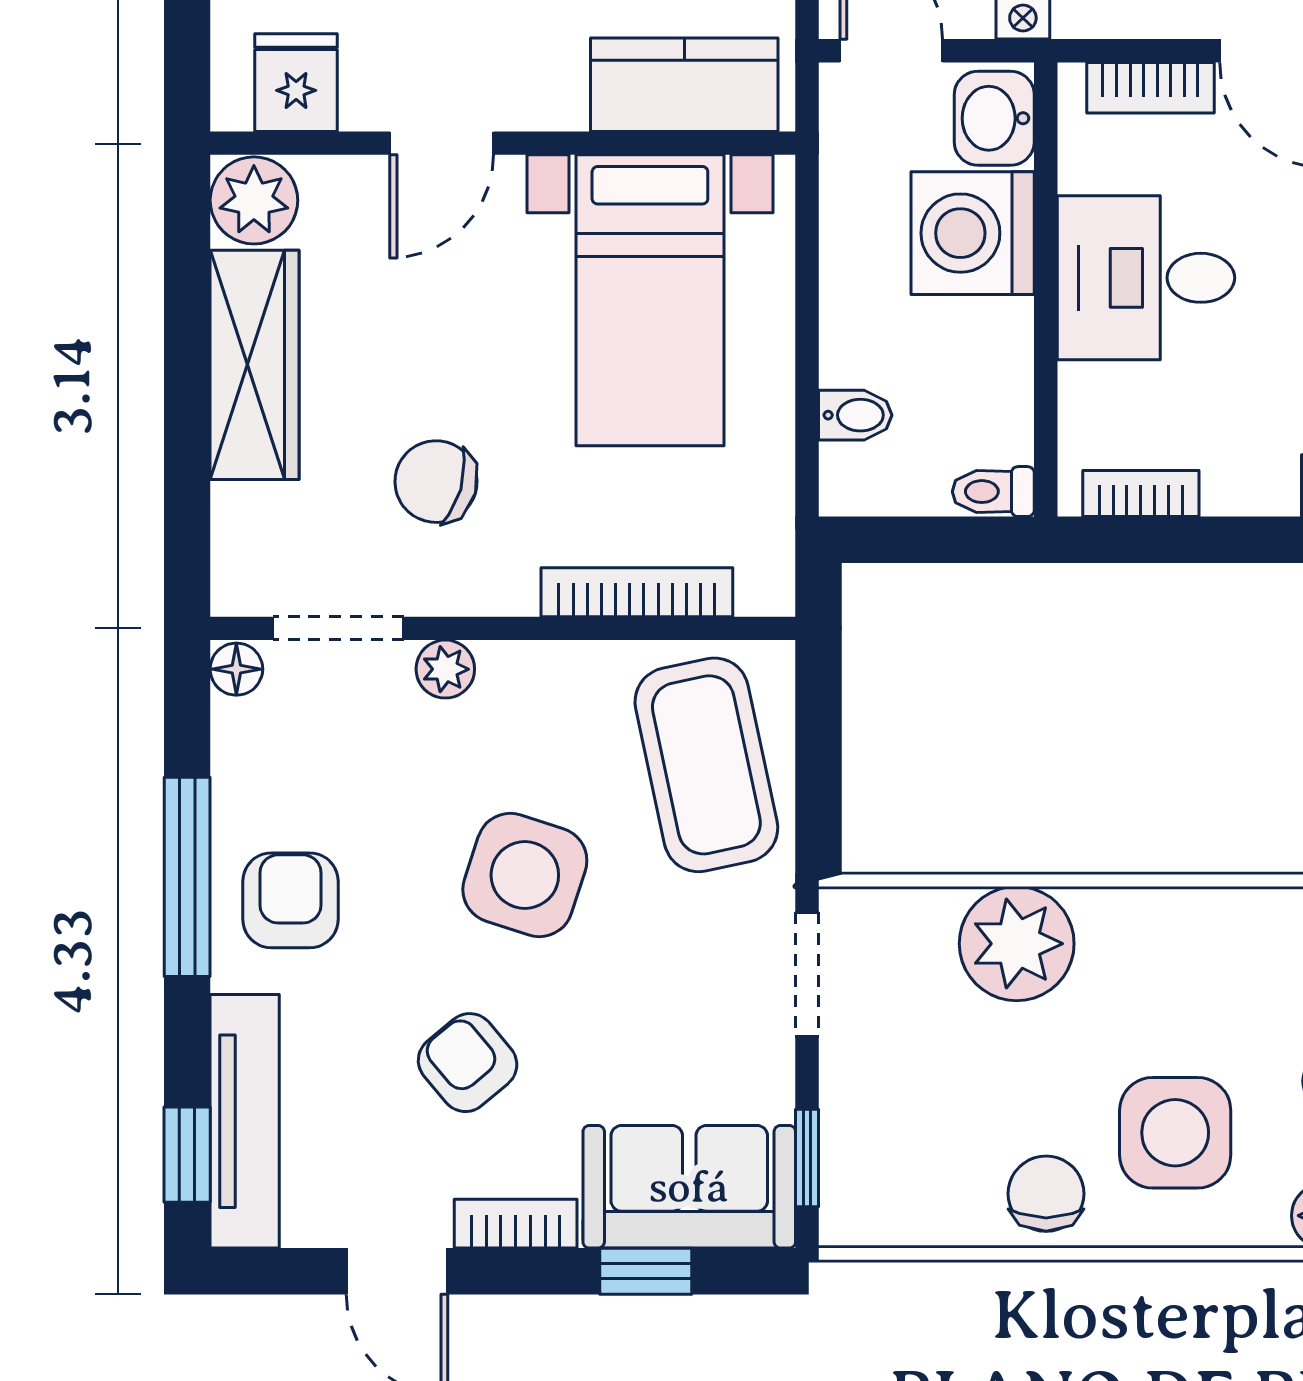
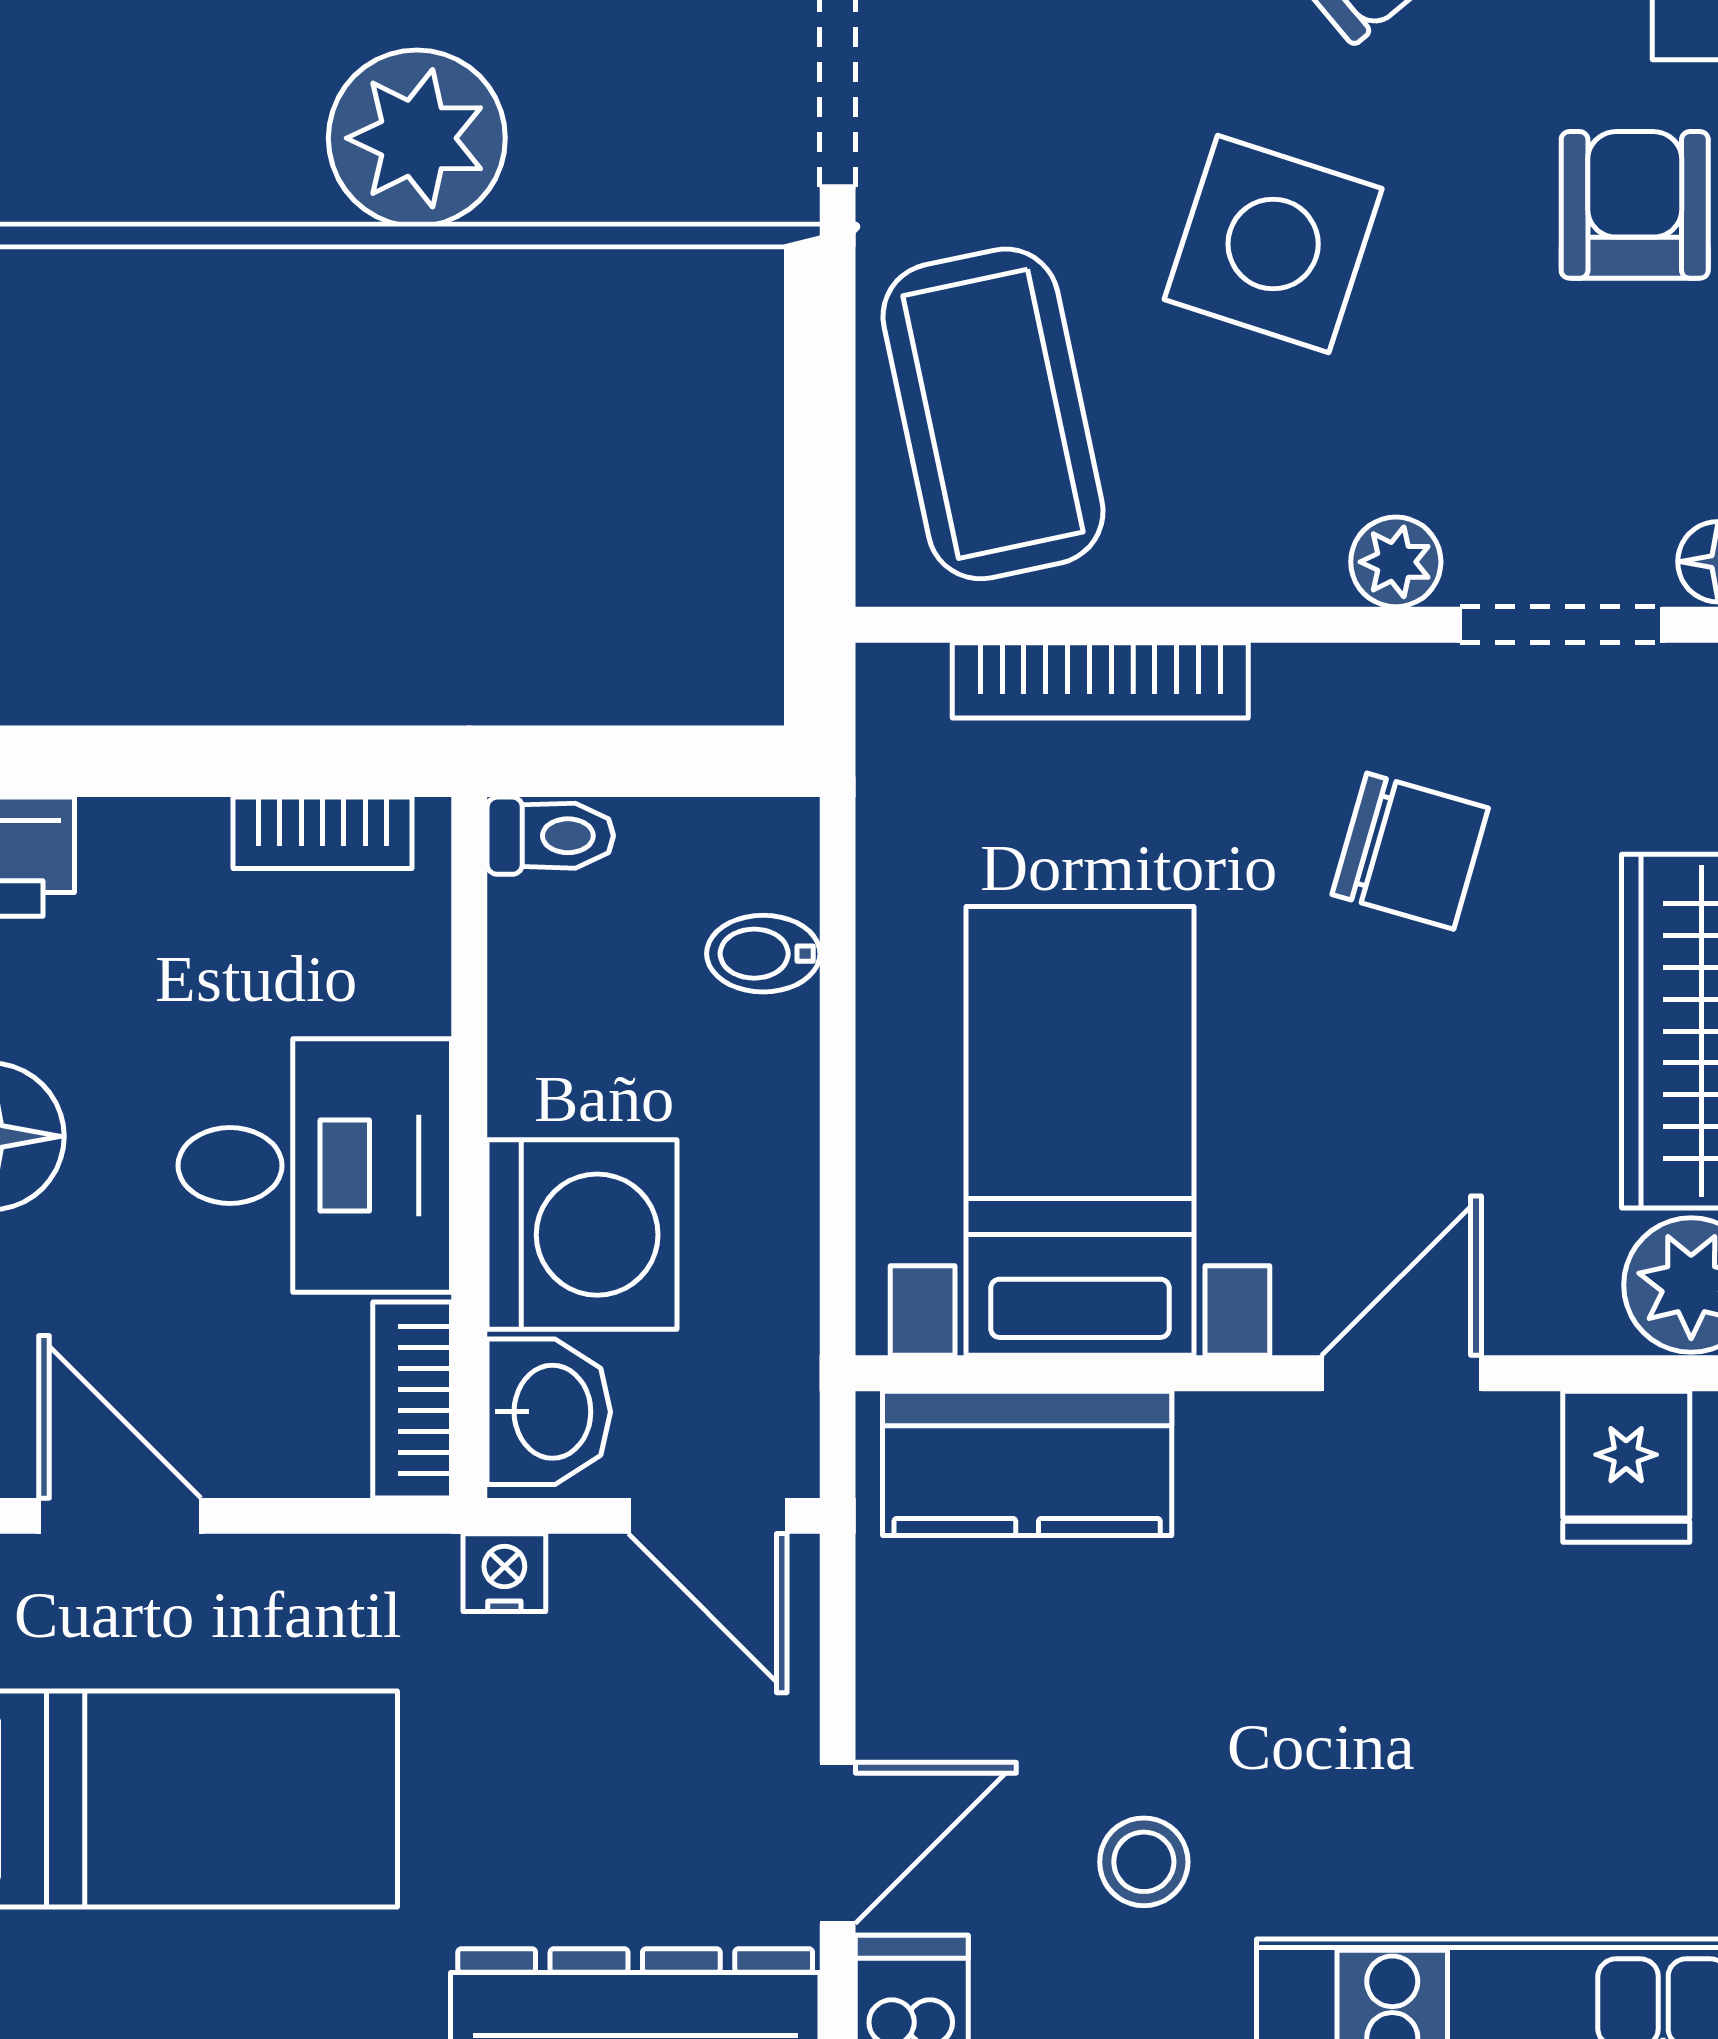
bookcase: (1150, 88) -> (412, 1400), moved, turned -90
armchair: (291, 900) -> (1635, 205), turned 180
plant: (1017, 944) -> (417, 138), moved

